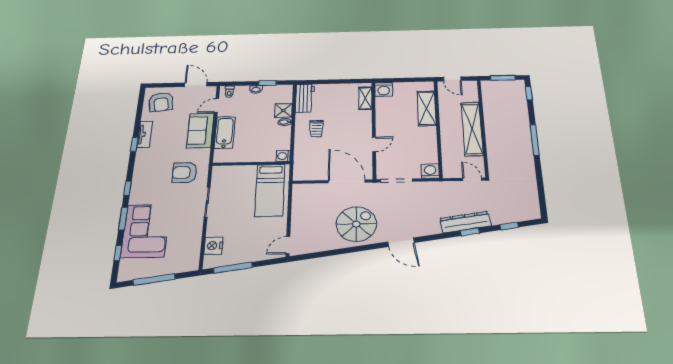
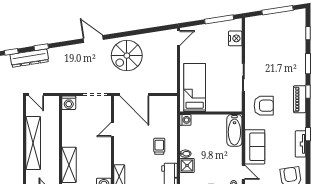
door: (217, 106) -> (243, 172), hinge flipped
bathtub: (225, 133) -> (234, 130), moved
piano: (139, 180) -> (300, 99), added
dresser: (465, 222) -> (29, 58), moved
corner sofa: (146, 231) -> (289, 52), removed

